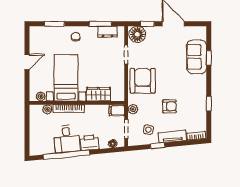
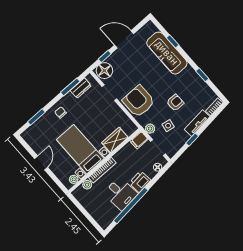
sofa: (197, 57) -> (167, 53), width x1.36
side table: (148, 130) -> (168, 126), moved

